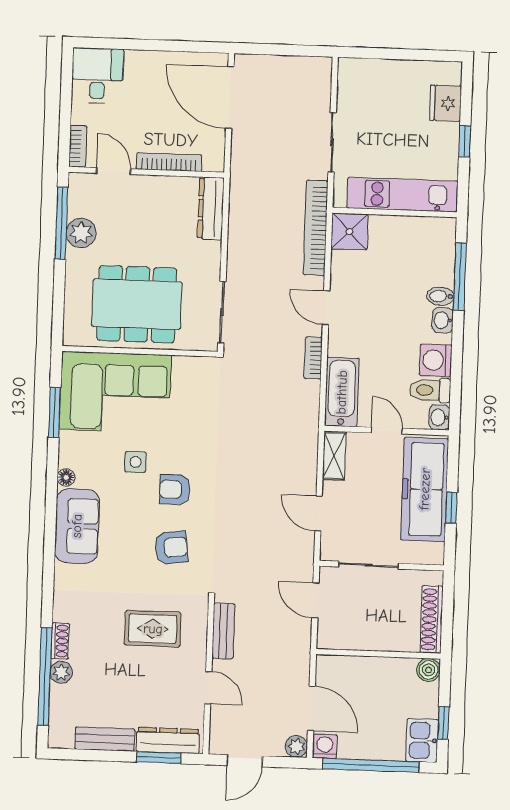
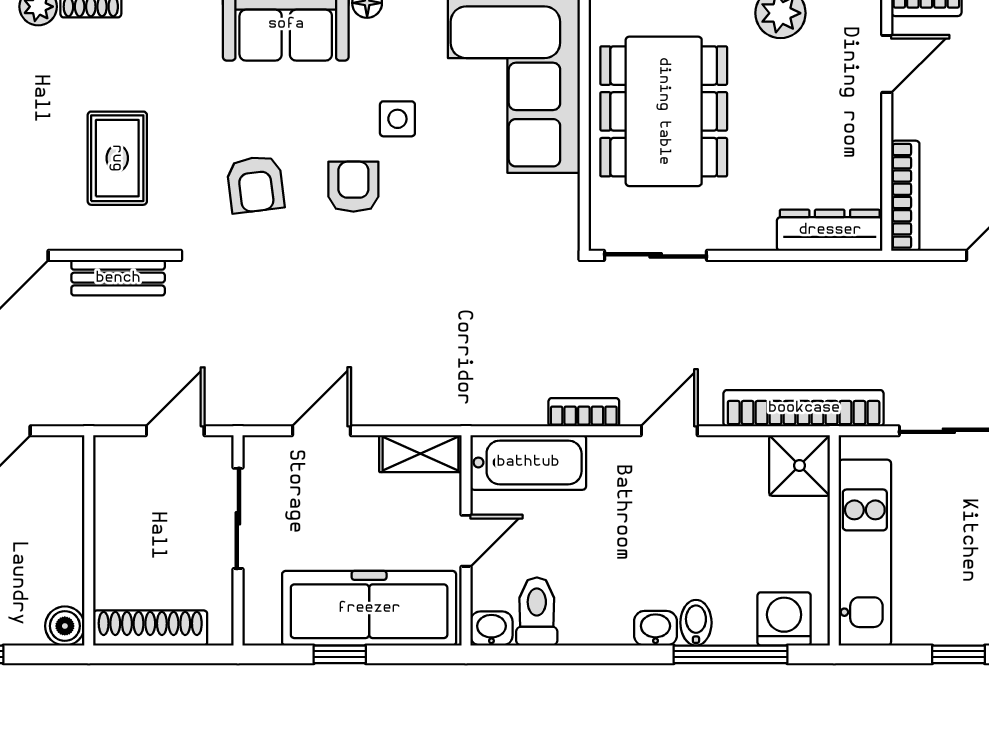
bookcase: (169, 162) -> (905, 196), moved
washing machine: (436, 360) -> (784, 619), moved

